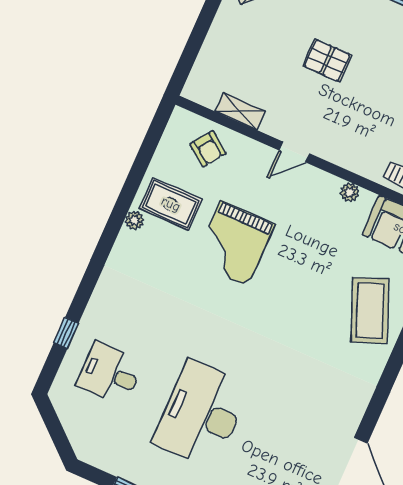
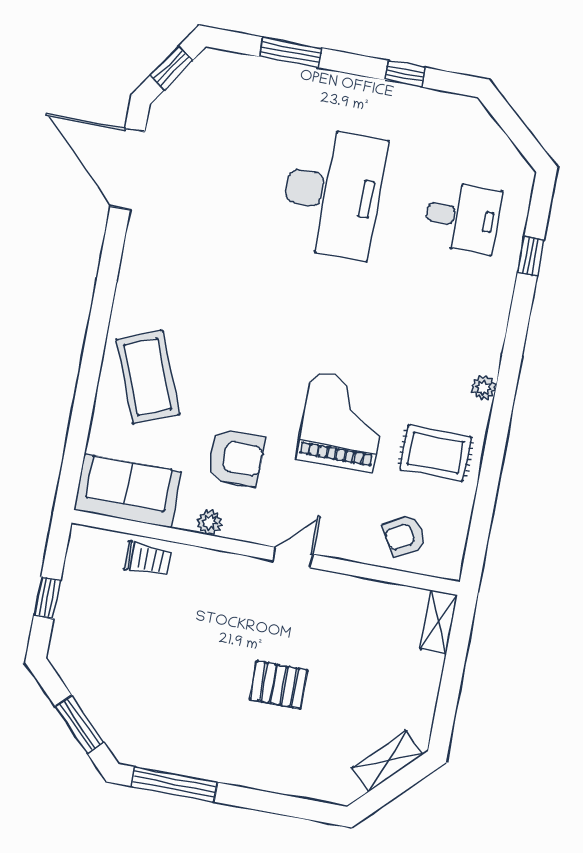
shelving: (240, 111) -> (439, 622), moved, turned 90
armchair: (208, 149) -> (405, 535), turned -66
plant: (134, 220) -> (484, 388), moved
armchair: (319, 236) -> (236, 457), added

